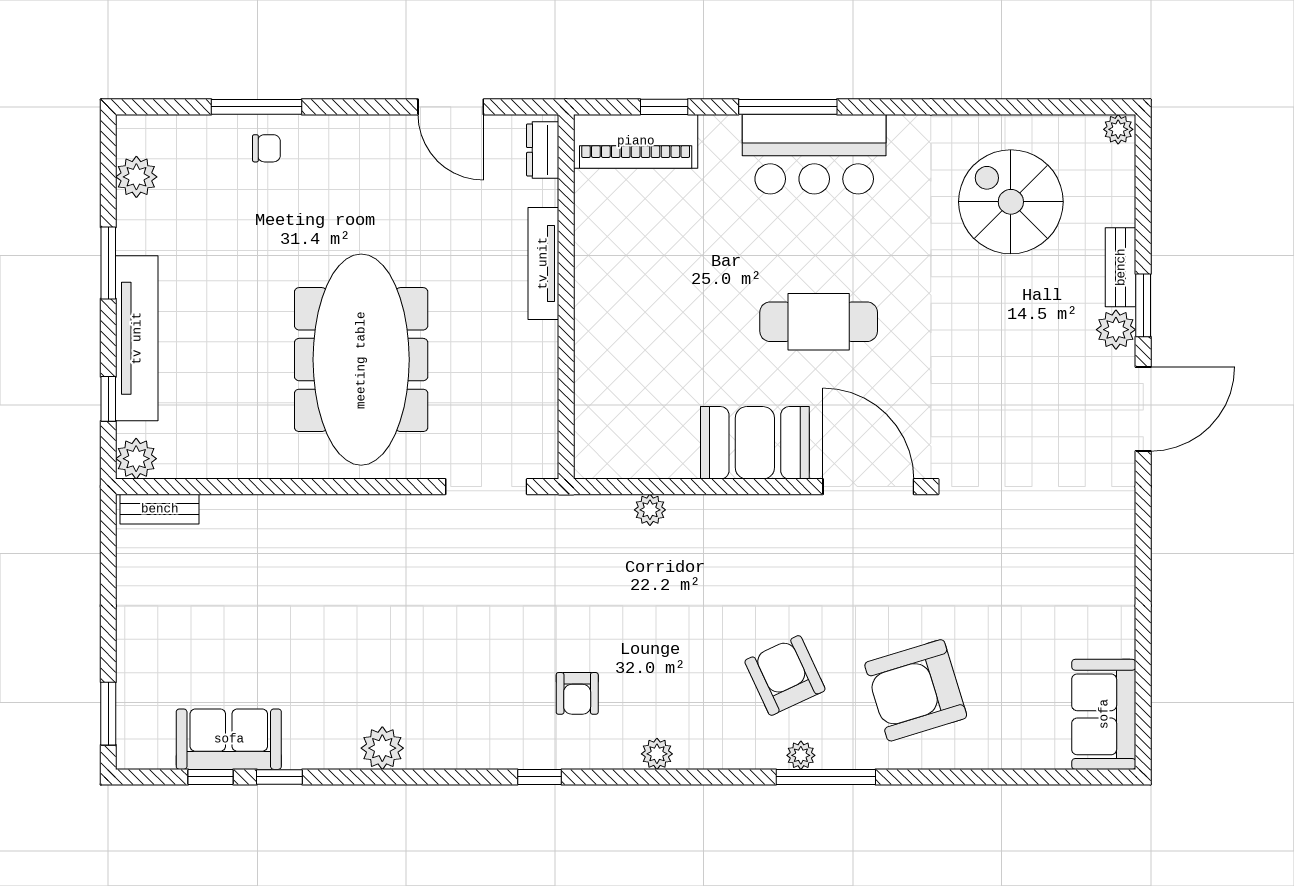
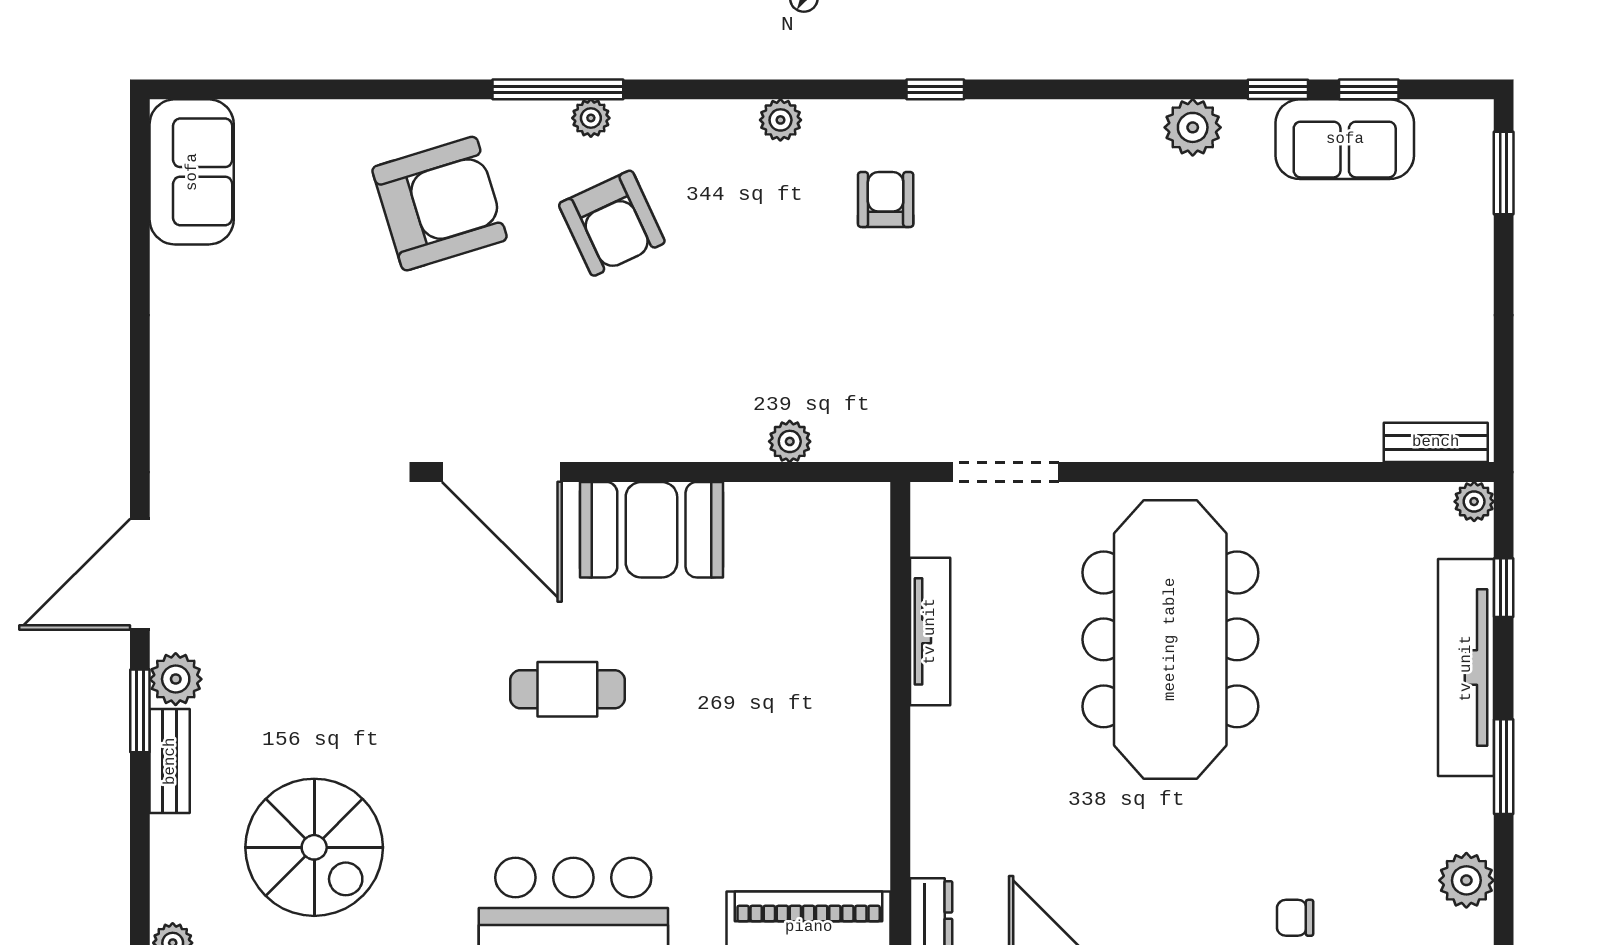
tv unit: (543, 263) -> (930, 631), moved
cafe table: (819, 322) -> (567, 689), width x0.73, depth x0.74
plant: (136, 459) -> (1474, 502), width x0.73, depth x0.73
plant: (382, 748) -> (1193, 127), moved

